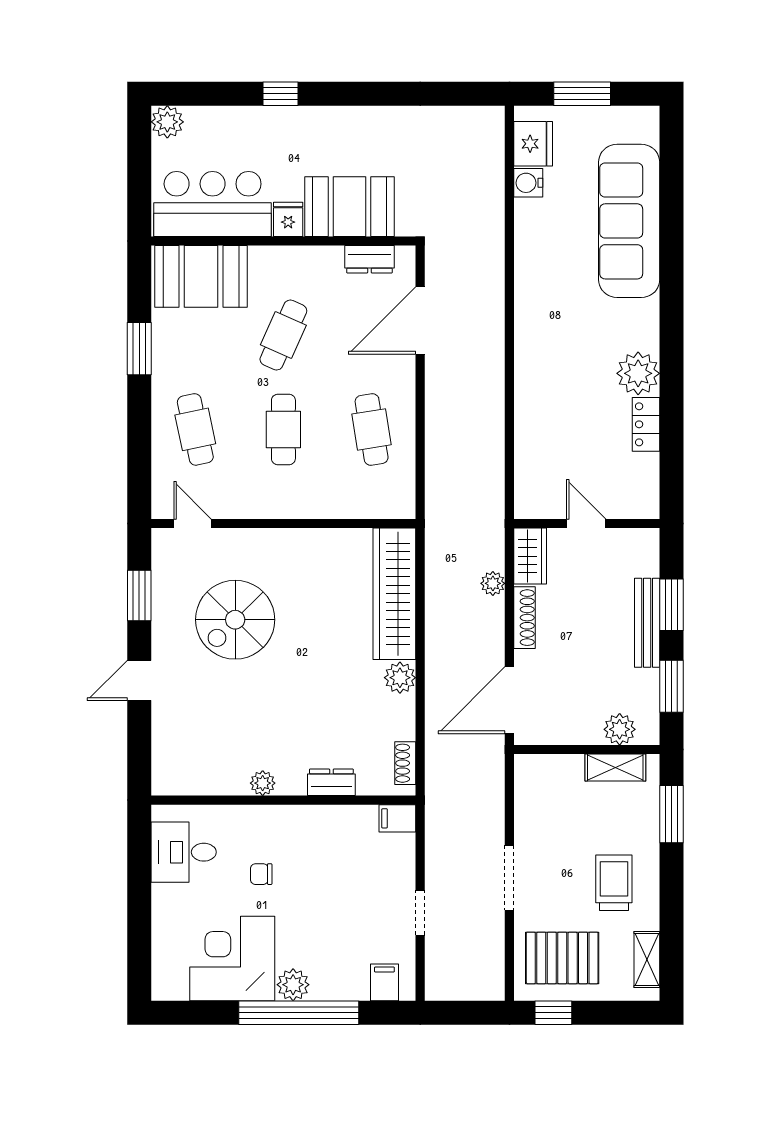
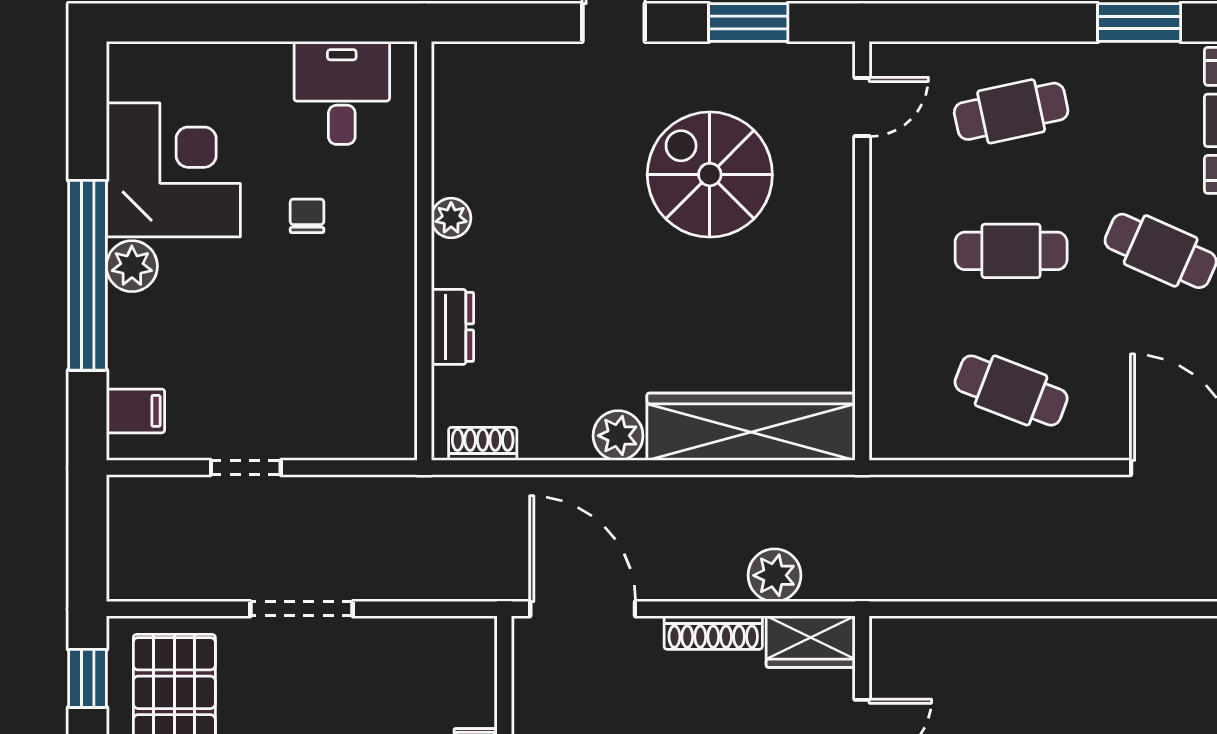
cafe table: (372, 429) -> (1011, 390), turned 30
plant: (493, 583) -> (774, 575), width x1.38, depth x1.38
filing cabinet: (397, 818) -> (395, 431), removed

